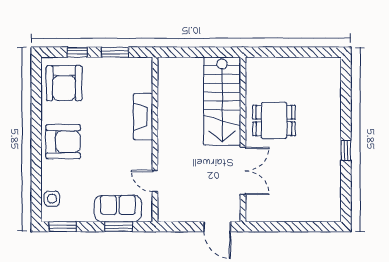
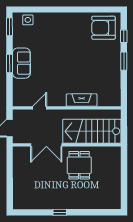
fireplace: (143, 117) -> (82, 100), moved
wall: (155, 139) -> (67, 108), moved
armchair: (63, 142) -> (65, 27), removed
door: (155, 181) -> (40, 108), moved

